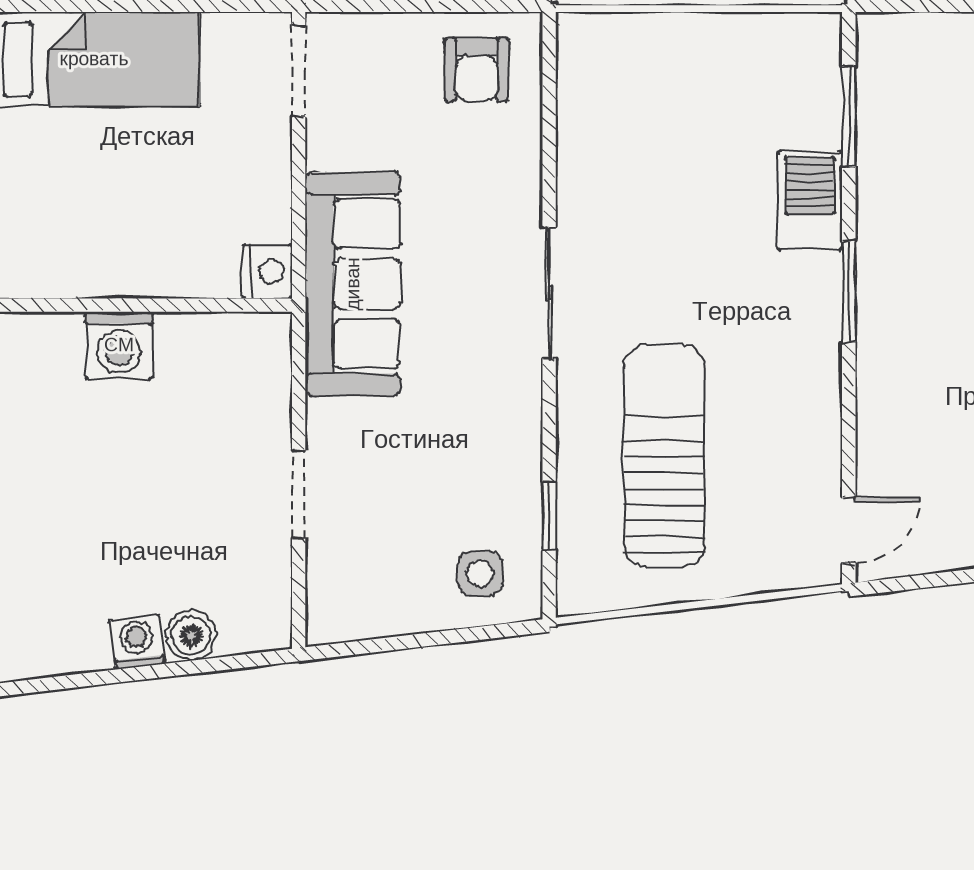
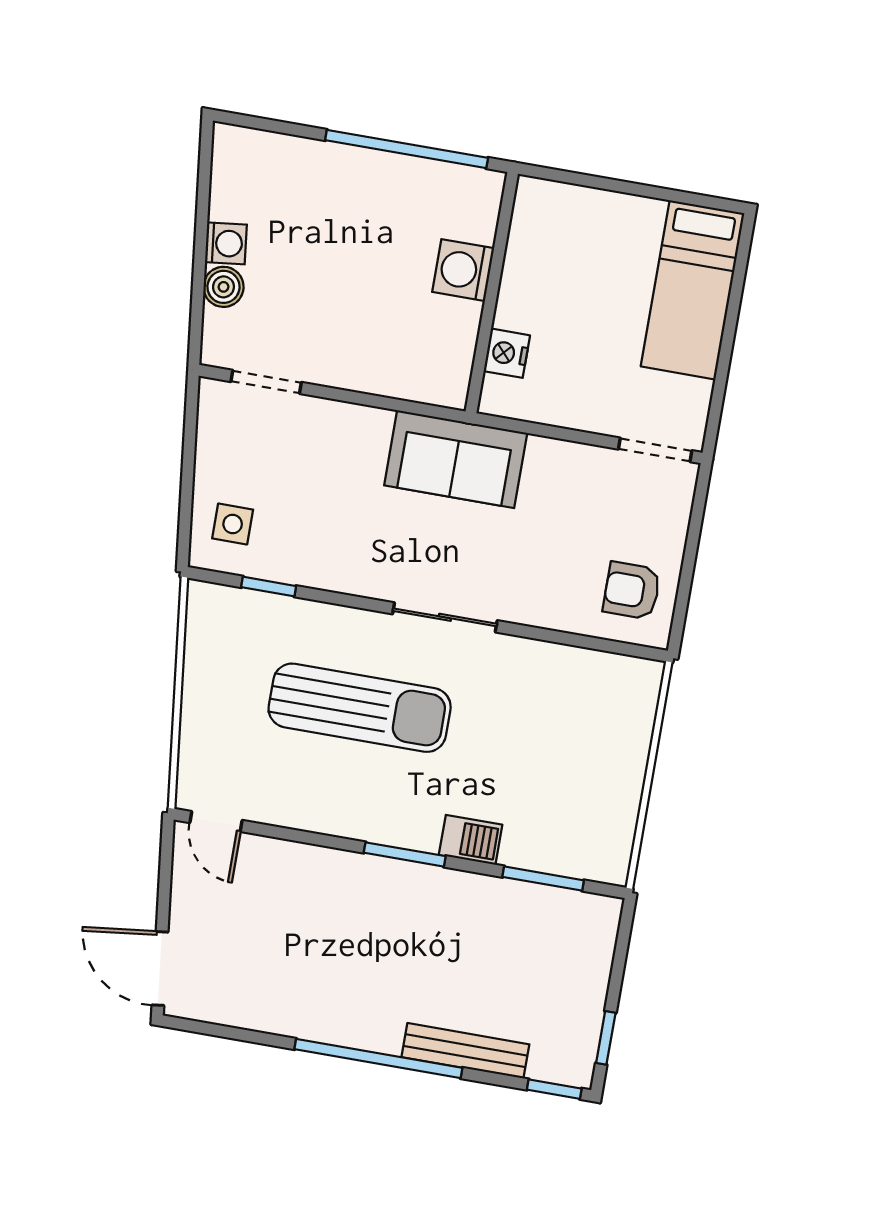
barbecue: (810, 200) -> (471, 840), width x0.73, depth x0.79
nightstand: (267, 272) -> (507, 353), moved, turned 90
sofa: (353, 284) -> (456, 459), width x0.73
sun lounger: (664, 456) -> (360, 708), moved
doorway: (299, 495) -> (266, 382), moved

